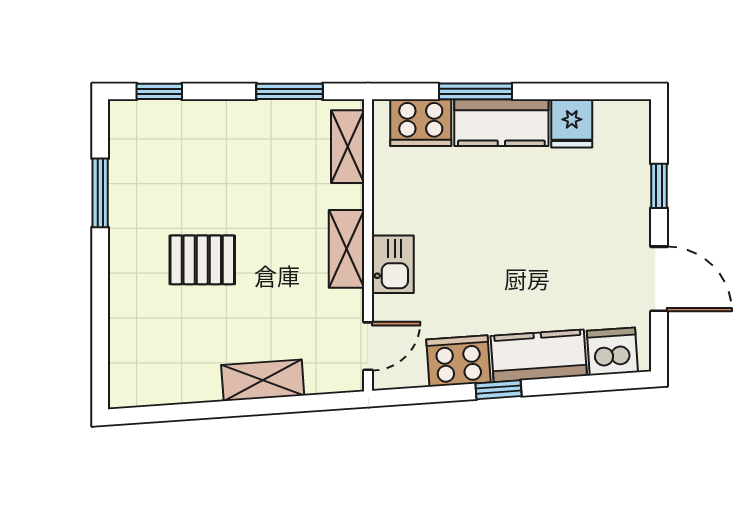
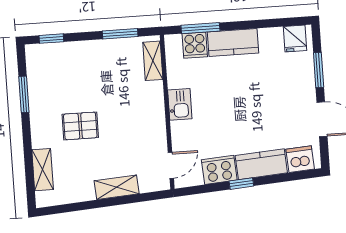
window: (475, 91) -> (200, 28), moved
cooker: (421, 123) -> (195, 45), width x0.73
fridge: (572, 123) -> (295, 39), moved
window: (659, 186) -> (319, 70), width x1.50
shelving: (346, 249) -> (43, 170), moved
kitchen sink: (393, 264) -> (180, 104), moved

